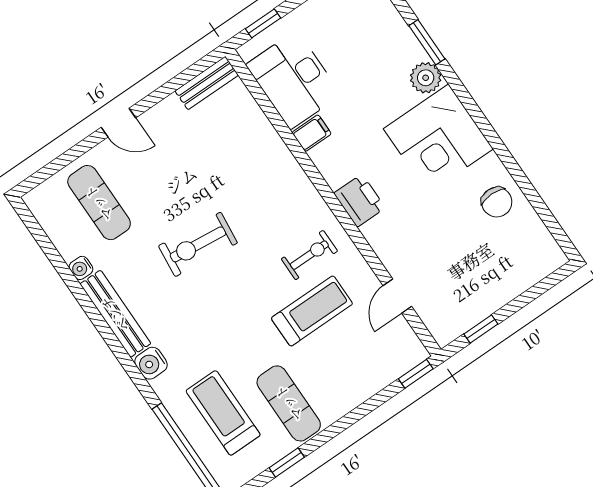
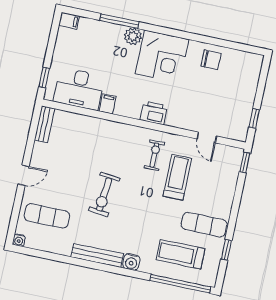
window: (427, 42) -> (119, 21), width x1.44
water cooler: (81, 268) -> (19, 240), moved

